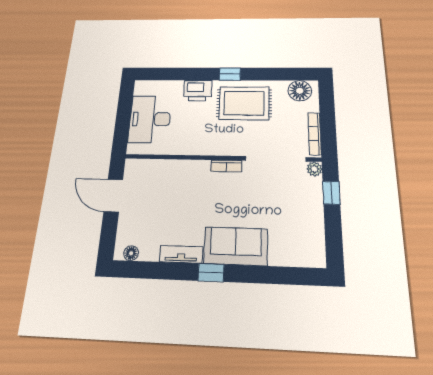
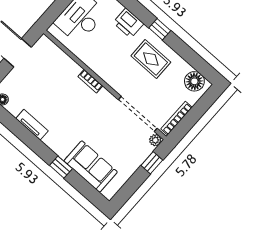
rug: (244, 103) -> (151, 59), width x0.73, depth x0.70
bookcase: (226, 166) -> (90, 81), moved
sofa: (236, 246) -> (91, 166), moved
window: (211, 273) -> (61, 167), moved

